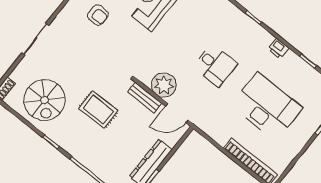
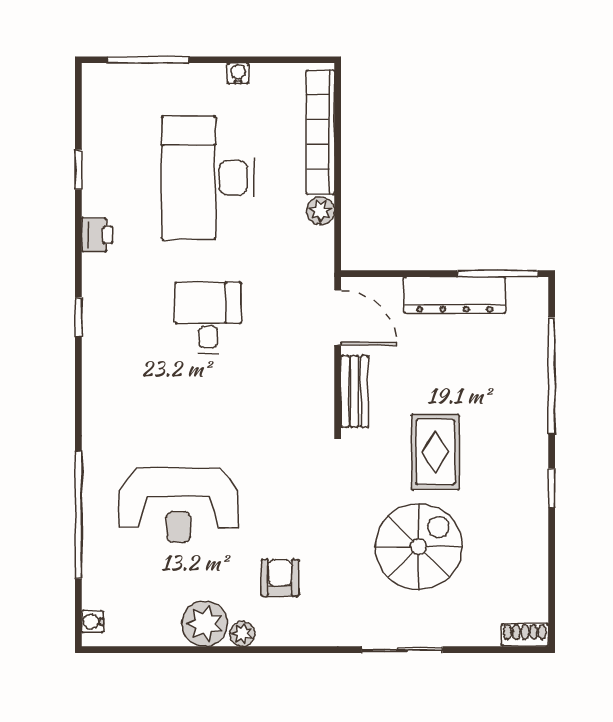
plant: (164, 85) -> (321, 211), moved, width x0.53, depth x0.53
spiral stairs: (44, 100) -> (419, 547), moved
water cooler: (296, 148) -> (238, 73), added

